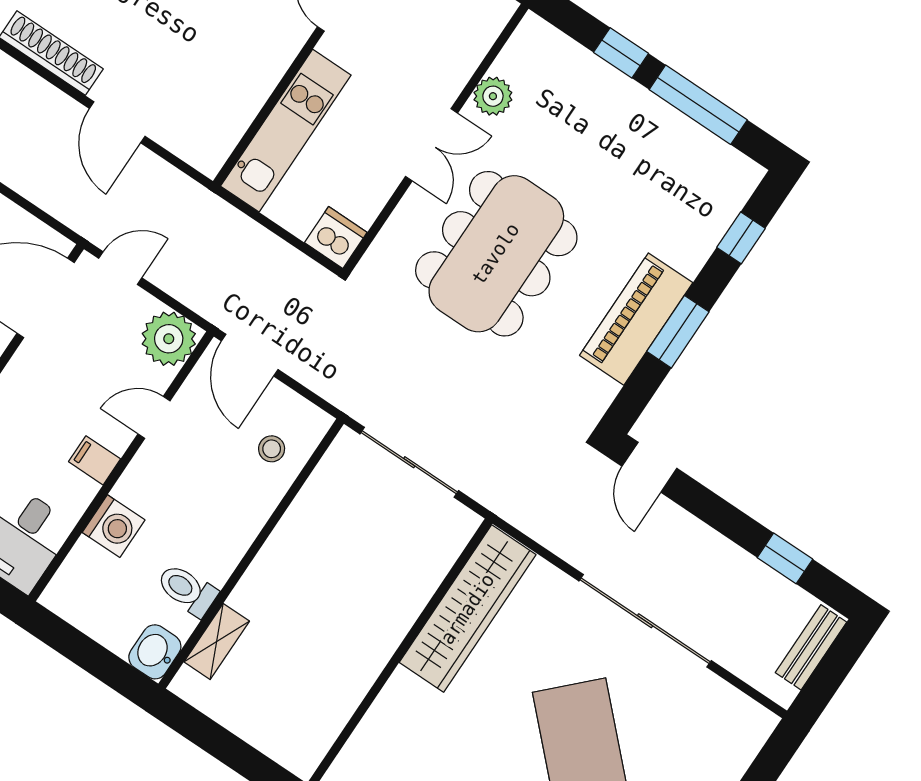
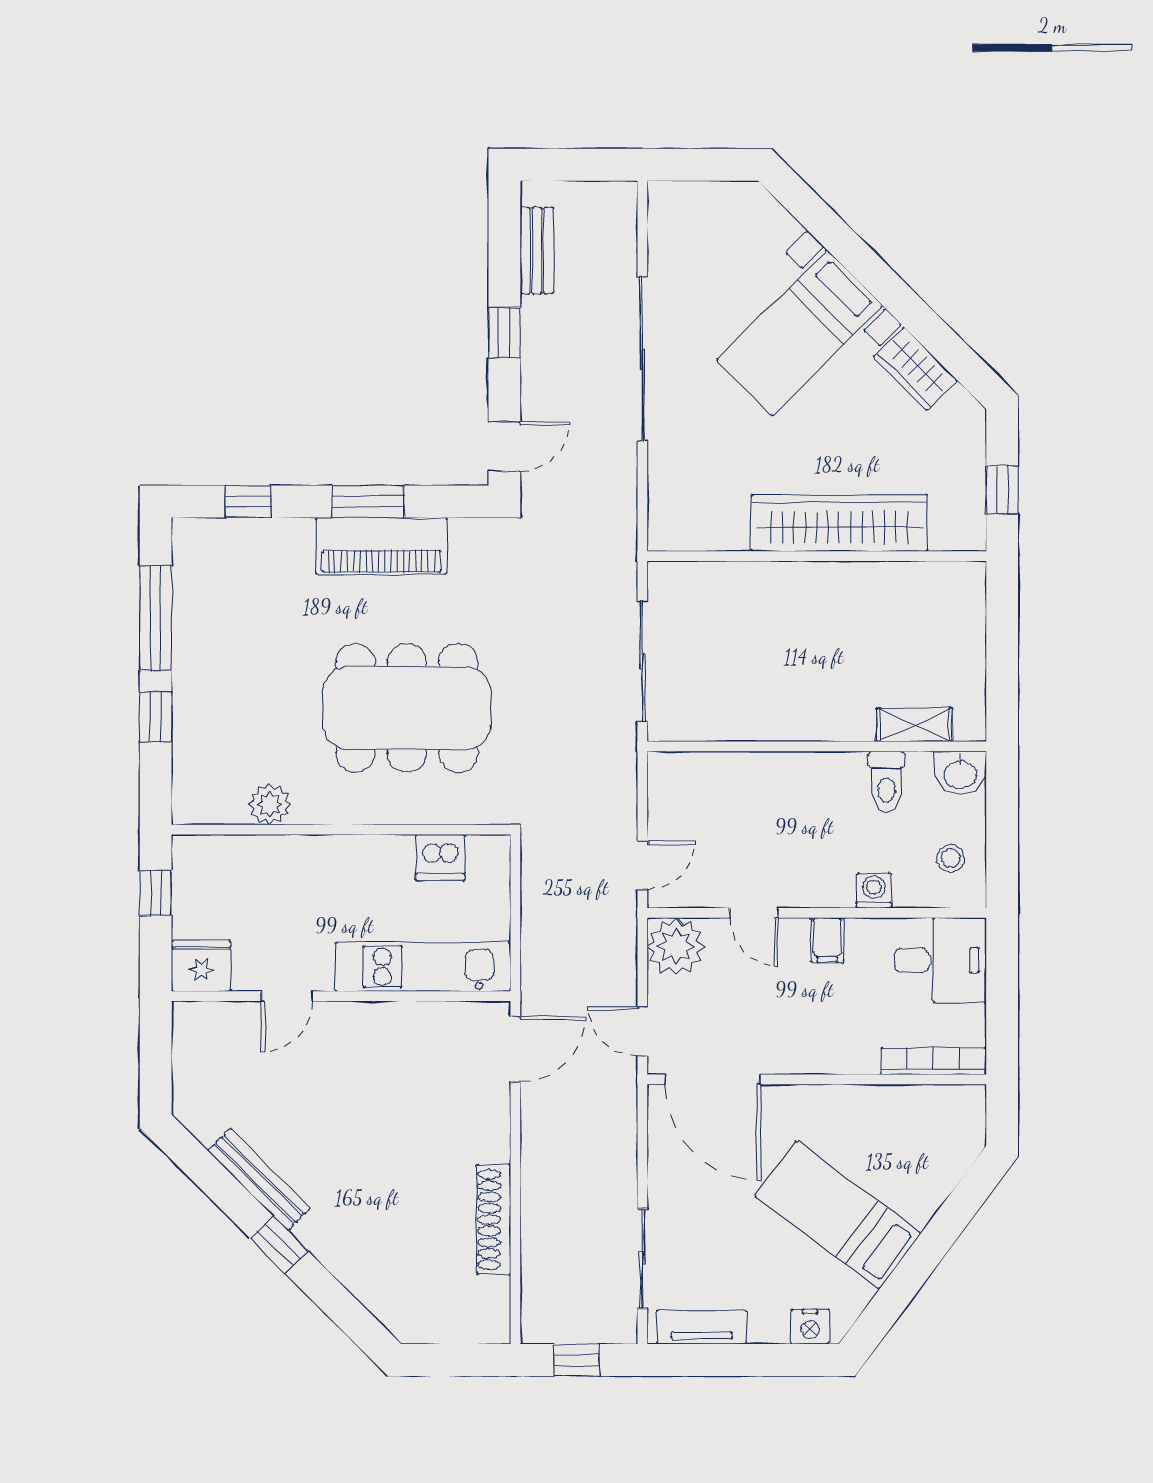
door: (117, 122) -> (515, 1049), moved
double door: (432, 145) -> (349, 830), removed
dishwasher: (336, 238) -> (440, 858), moved, turned -90
door: (250, 355) -> (642, 865), width x0.73
stool: (272, 449) -> (951, 858), moved
washing machine: (114, 526) -> (874, 891), width x0.73, depth x0.73
window: (785, 558) -> (504, 333), moved
wardrobe: (468, 609) -> (839, 523), moved
bench: (811, 647) -> (537, 251), moved, turned 90

